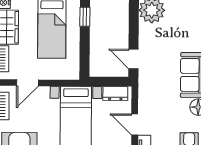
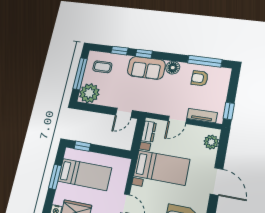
coffee table: (188, 19) -> (102, 67), added

